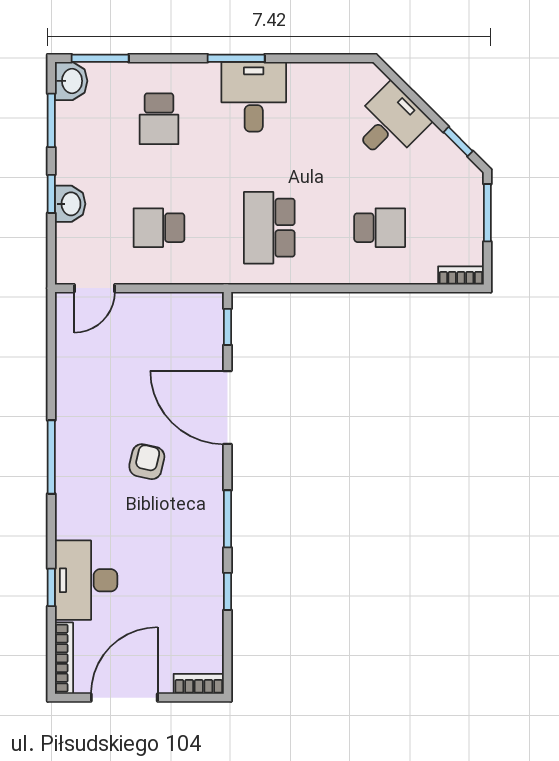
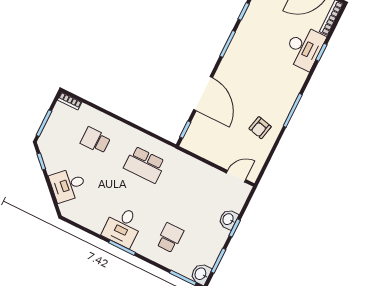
school desk: (159, 228) -> (194, 189), removed
school desk: (269, 228) -> (145, 165), turned 90
armchair: (147, 462) -> (260, 128), moved

